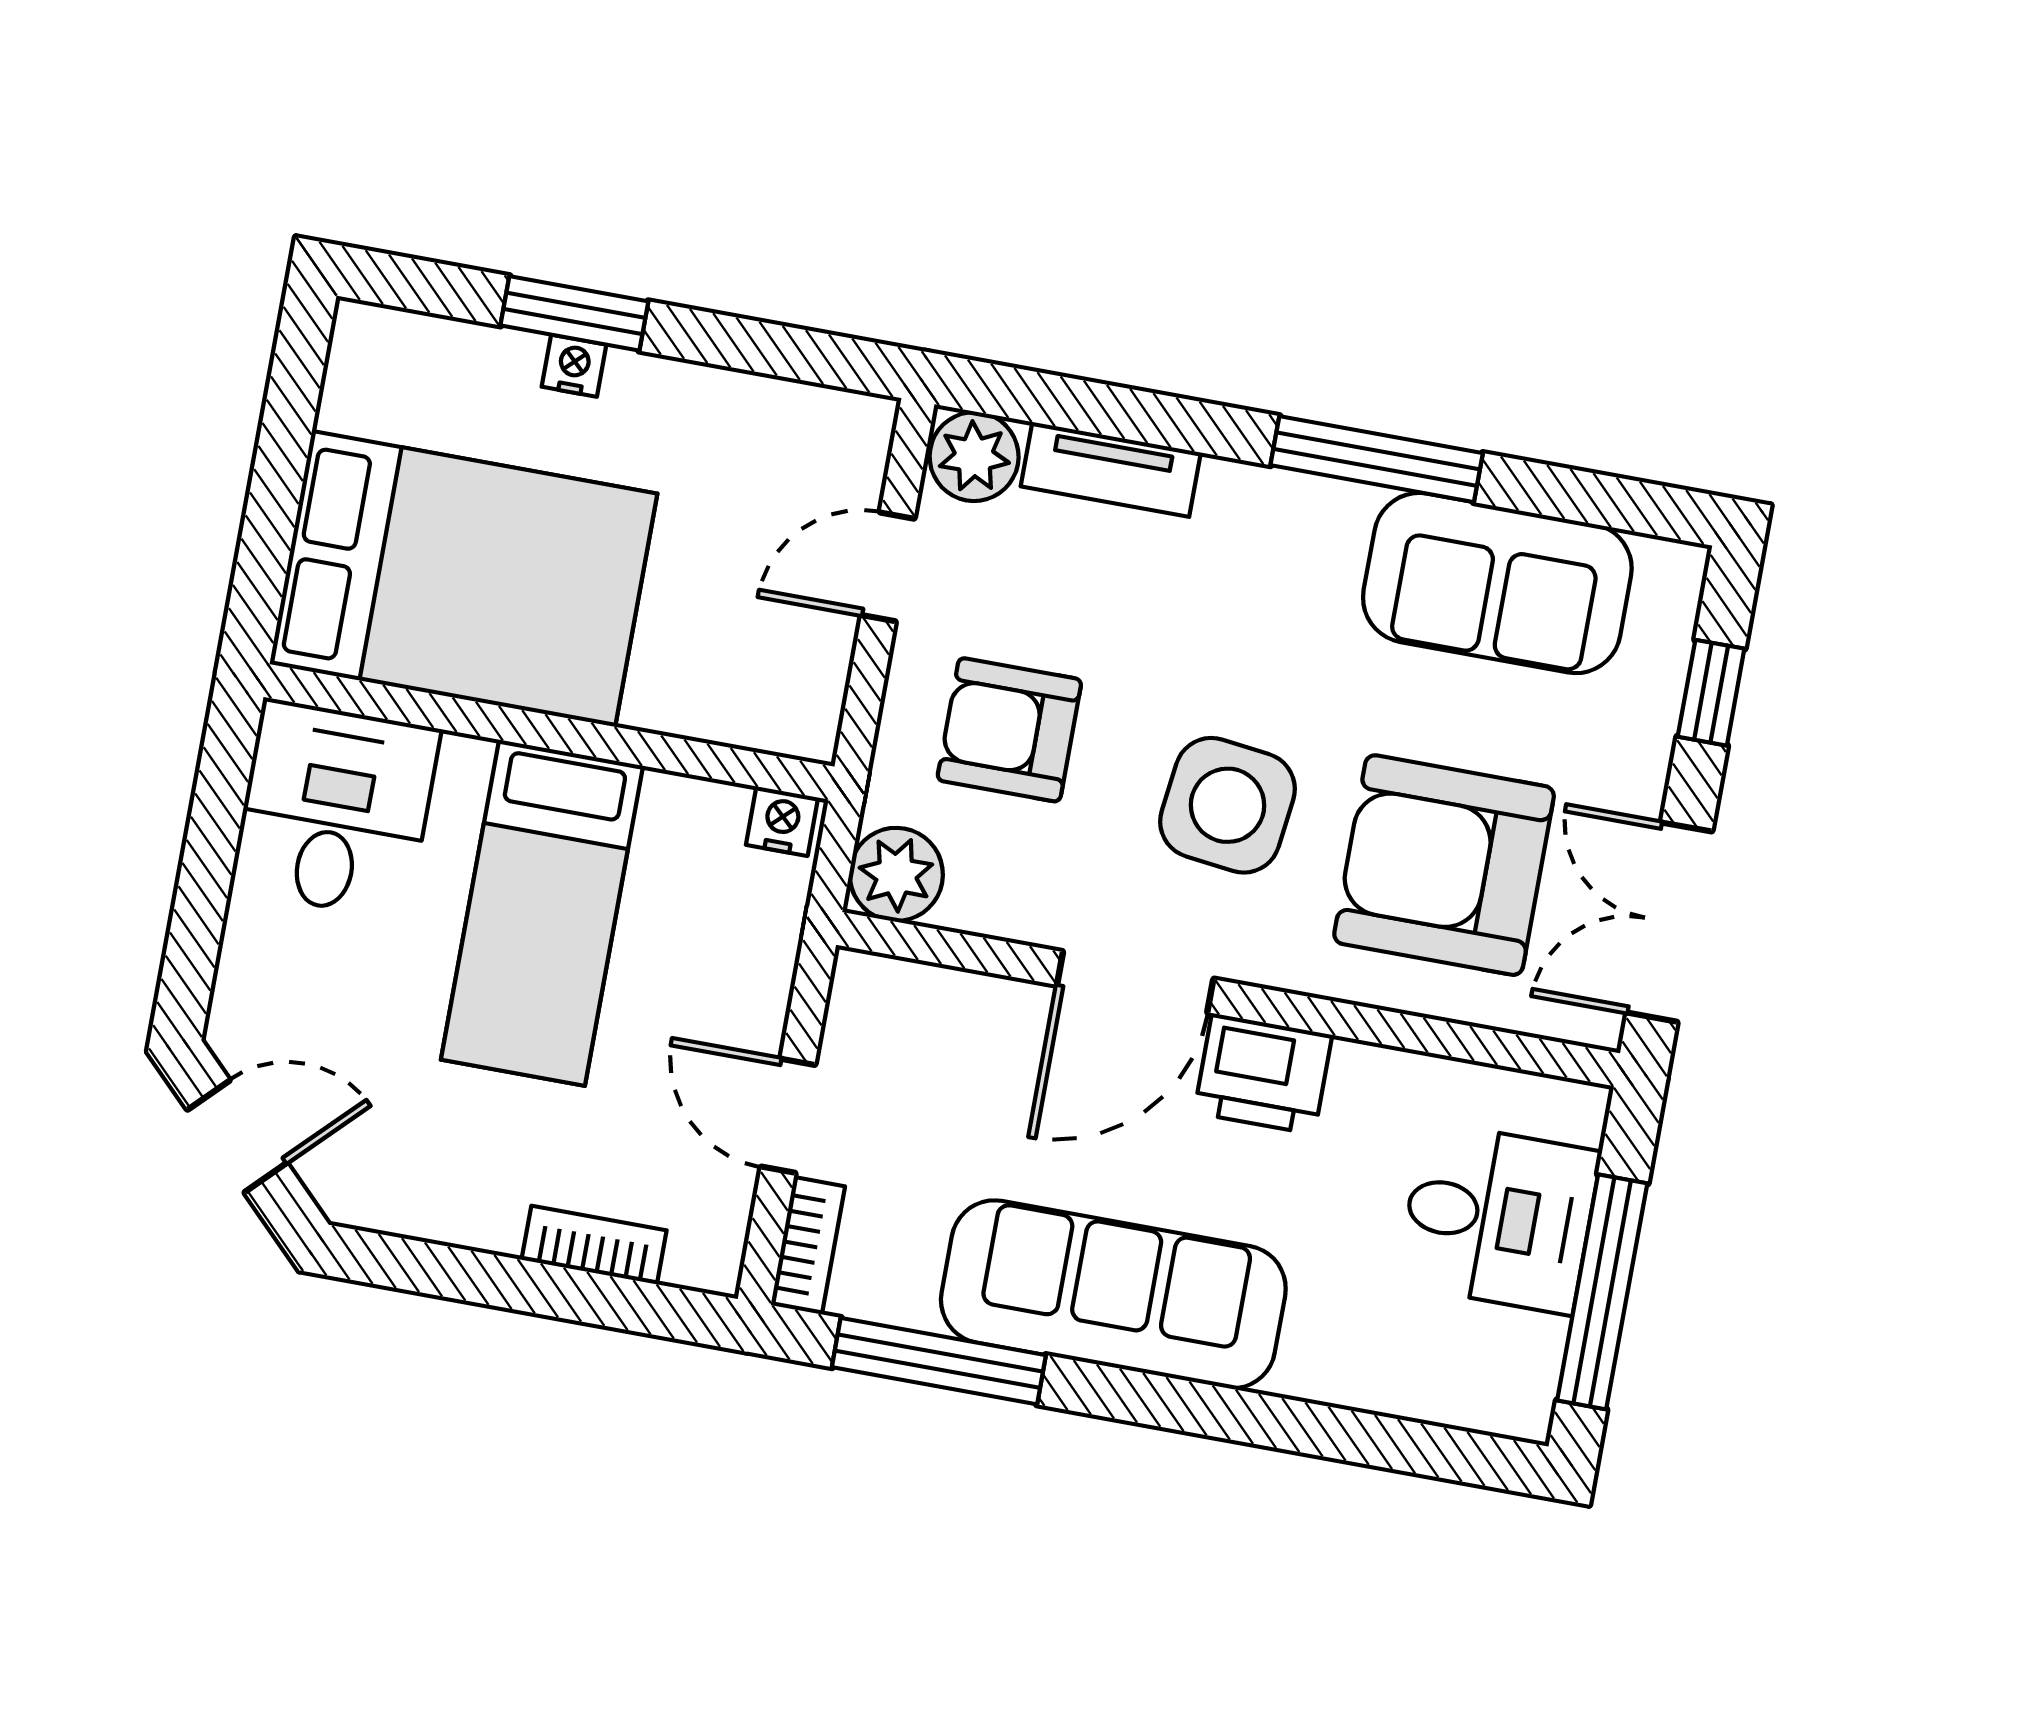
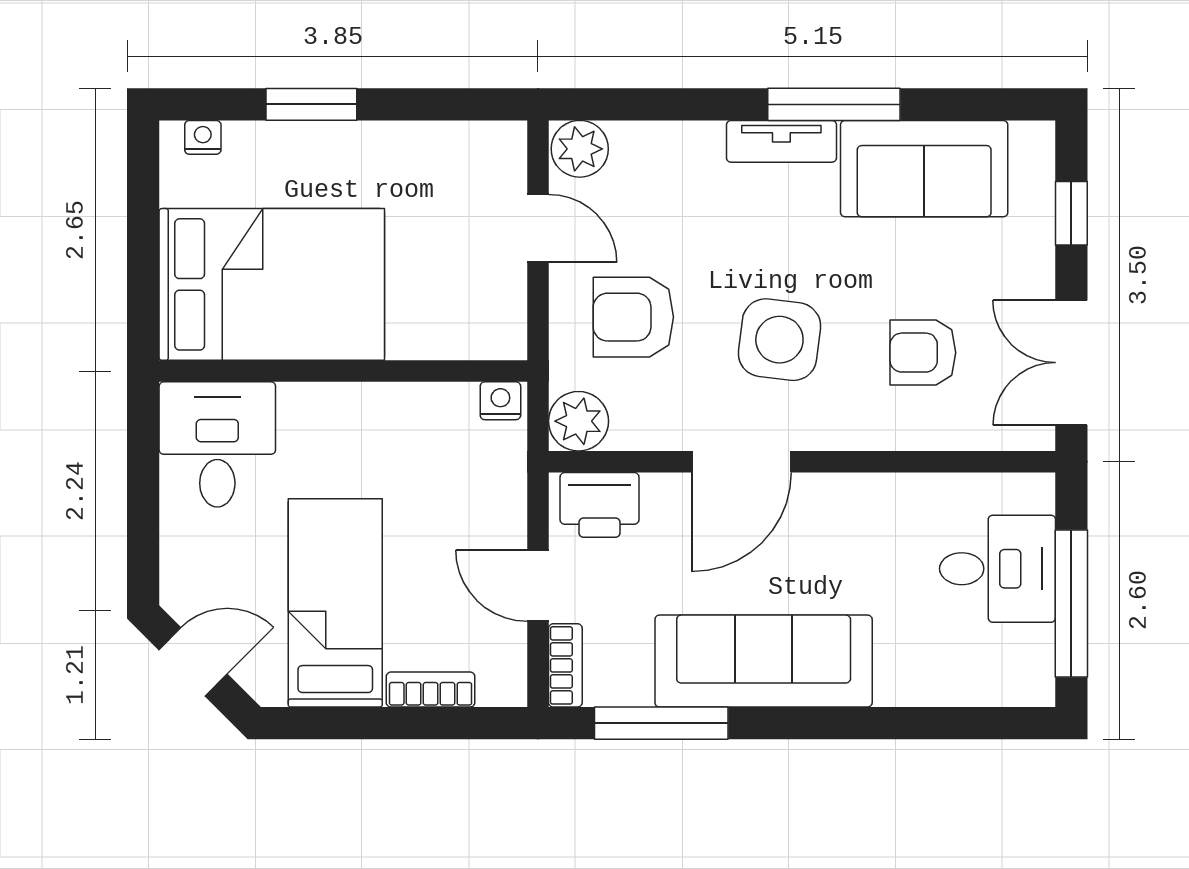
nightstand: (574, 366) -> (203, 137), moved
tv unit: (1111, 469) -> (781, 141), moved
door: (888, 567) -> (538, 228), swing flipped
armchair: (1444, 865) -> (923, 353), width x0.53, depth x0.53
bed: (542, 913) -> (335, 603), moved, turned 180
printer: (1263, 1074) -> (599, 505), moved

